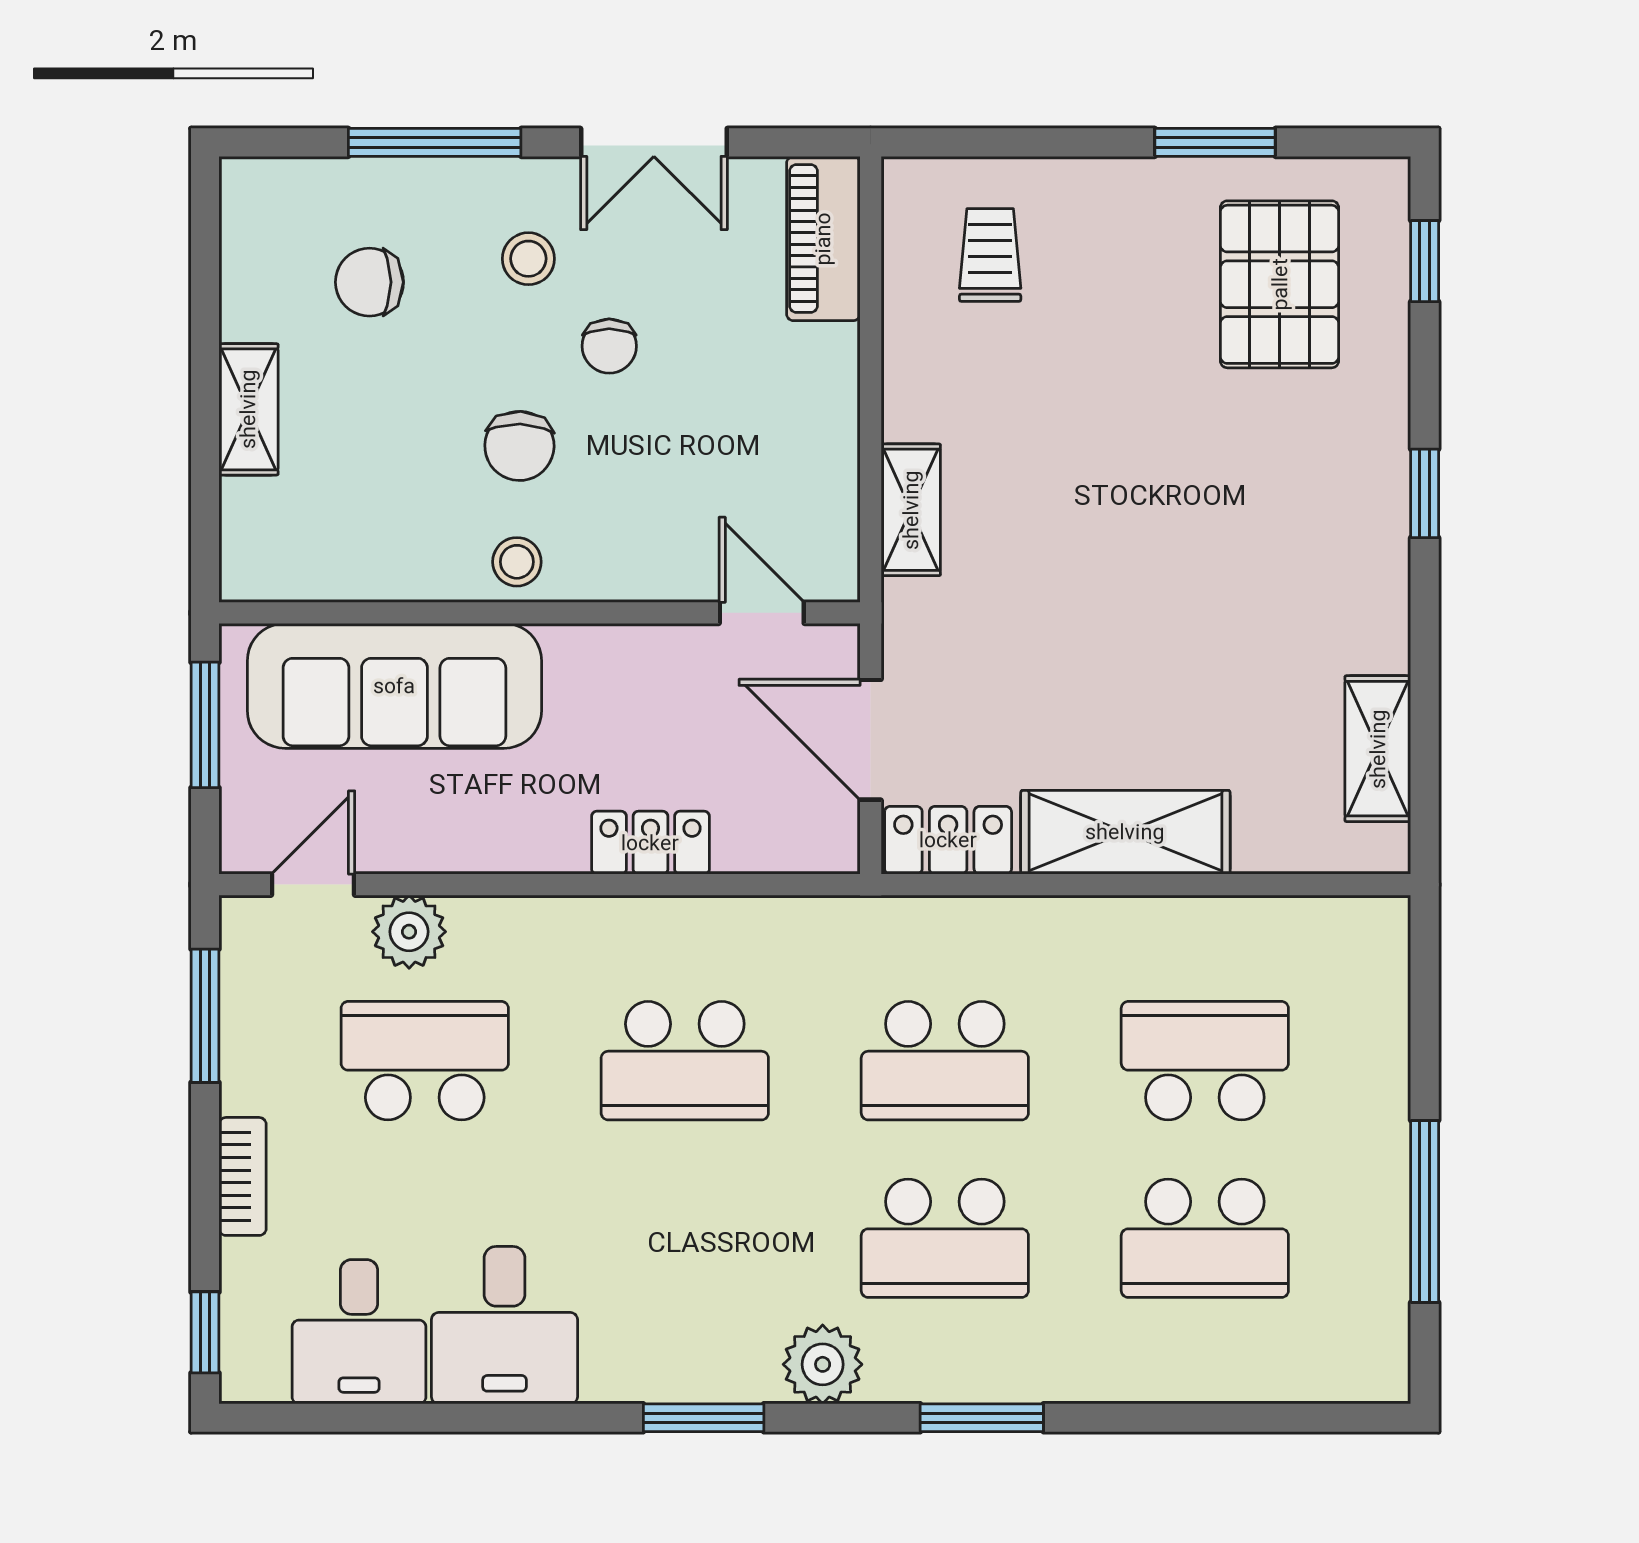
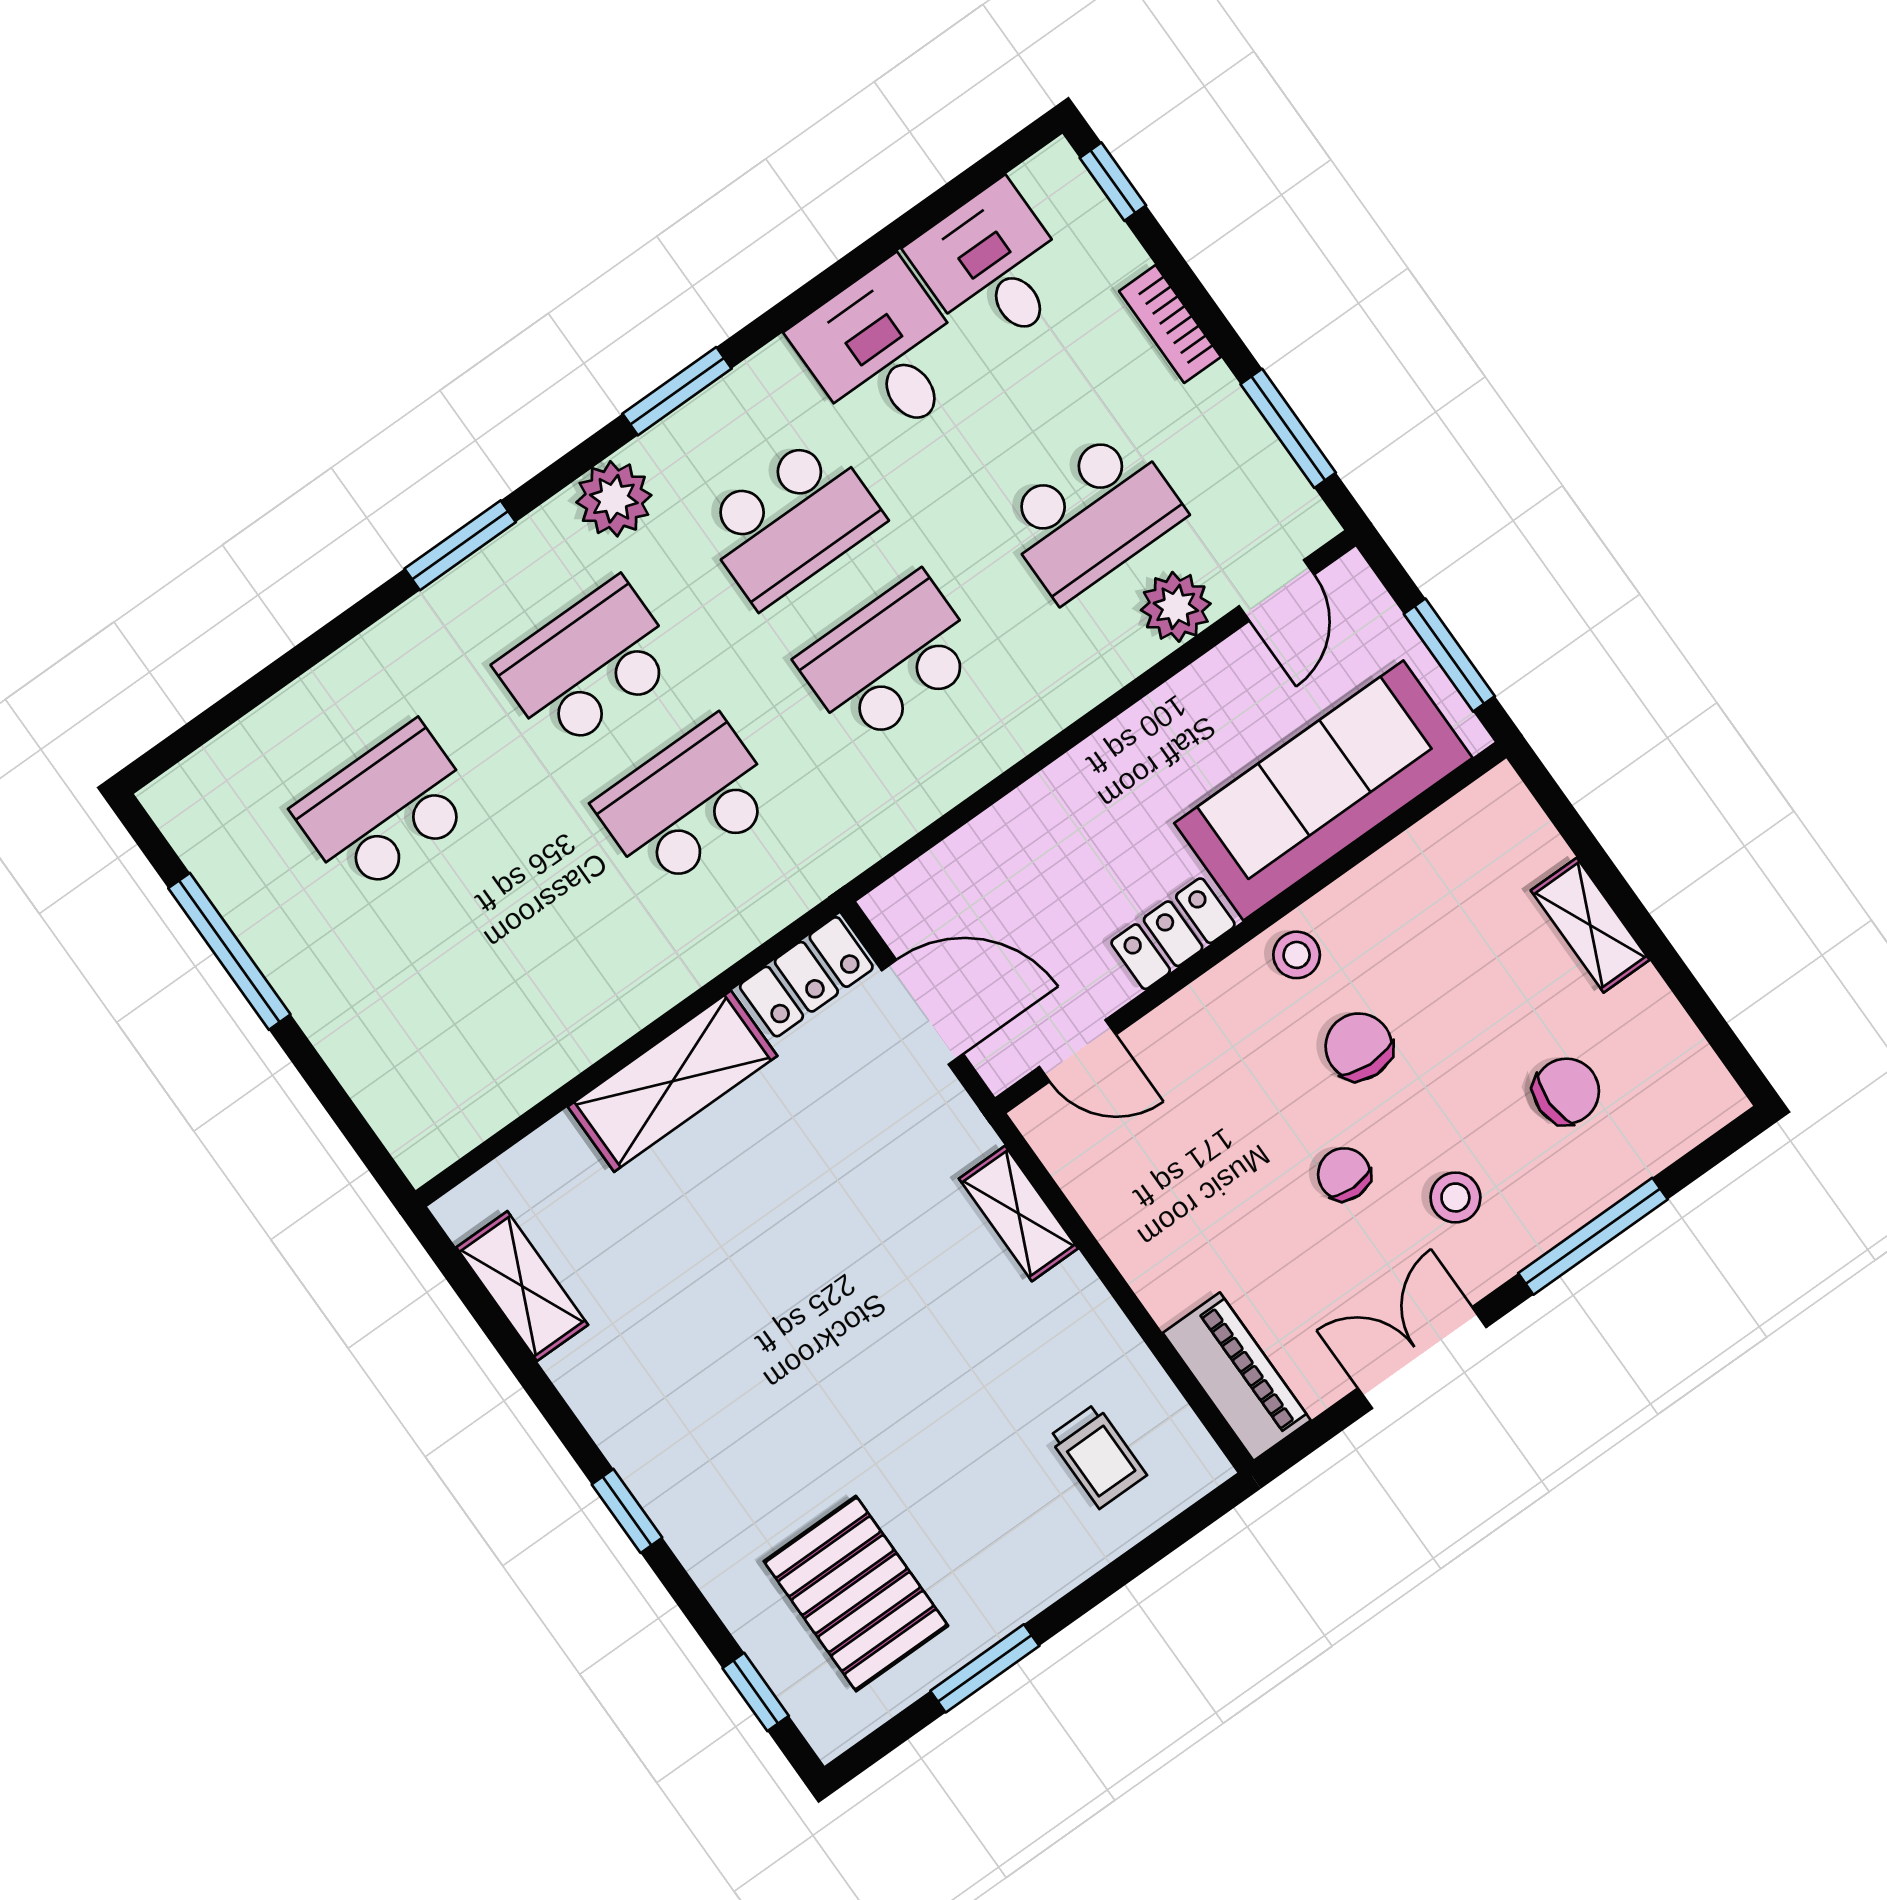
locker: (650, 843) -> (1173, 934), moved, turned 180
school desk: (1205, 1061) -> (791, 521), moved

